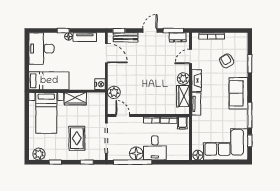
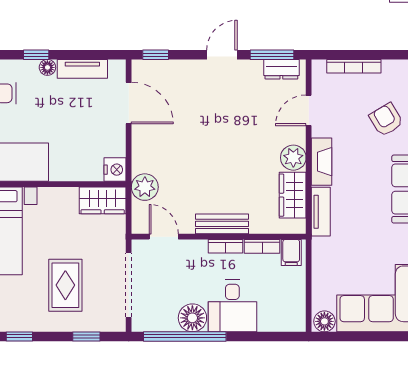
bench: (126, 37) -> (222, 224), moved
wardrobe: (75, 99) -> (103, 200), moved

